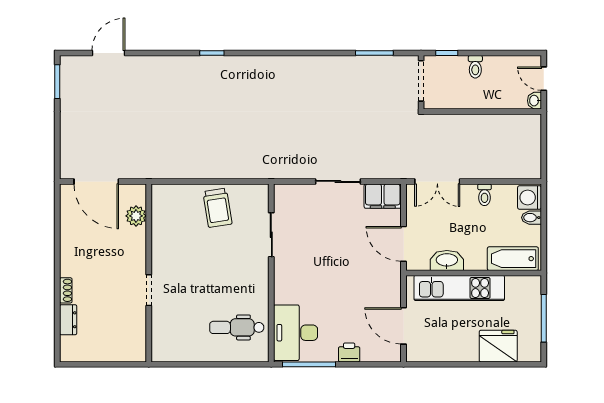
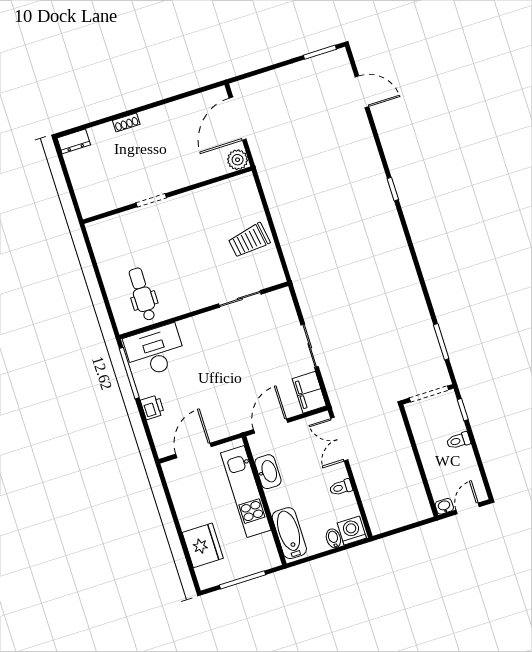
plant: (136, 216) -> (238, 160), moved
dresser: (68, 320) -> (74, 141), moved

